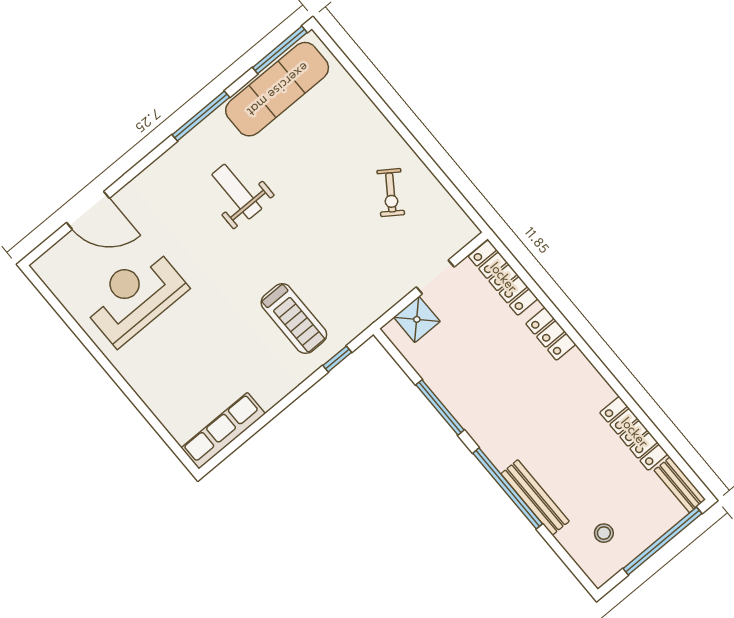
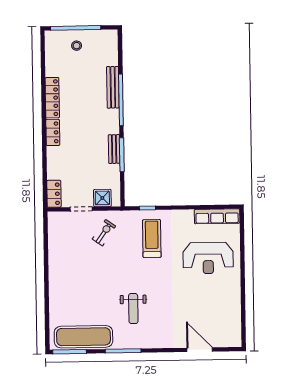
exercise bike: (391, 193) -> (104, 233), moved
locker: (503, 278) -> (54, 194), width x0.66
reception desk: (135, 296) -> (208, 258), moved
locker: (551, 334) -> (53, 132), moved
locker: (634, 433) -> (52, 98), moved
bench: (680, 485) -> (114, 149), moved
stool: (604, 533) -> (77, 46), moved

